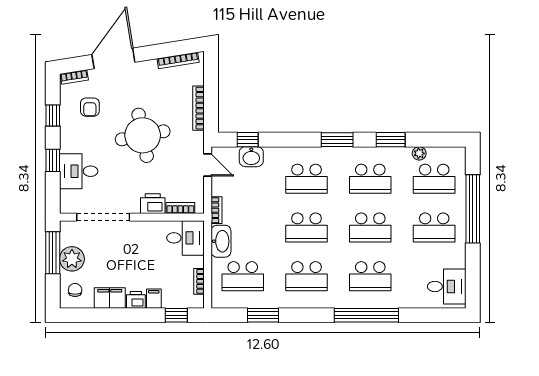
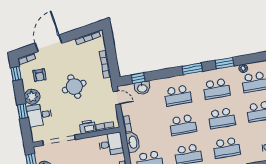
window: (53, 115) -> (16, 74), moved
round table: (143, 135) -> (74, 87), width x0.73, depth x0.73
plant: (72, 140) -> (32, 97), added

